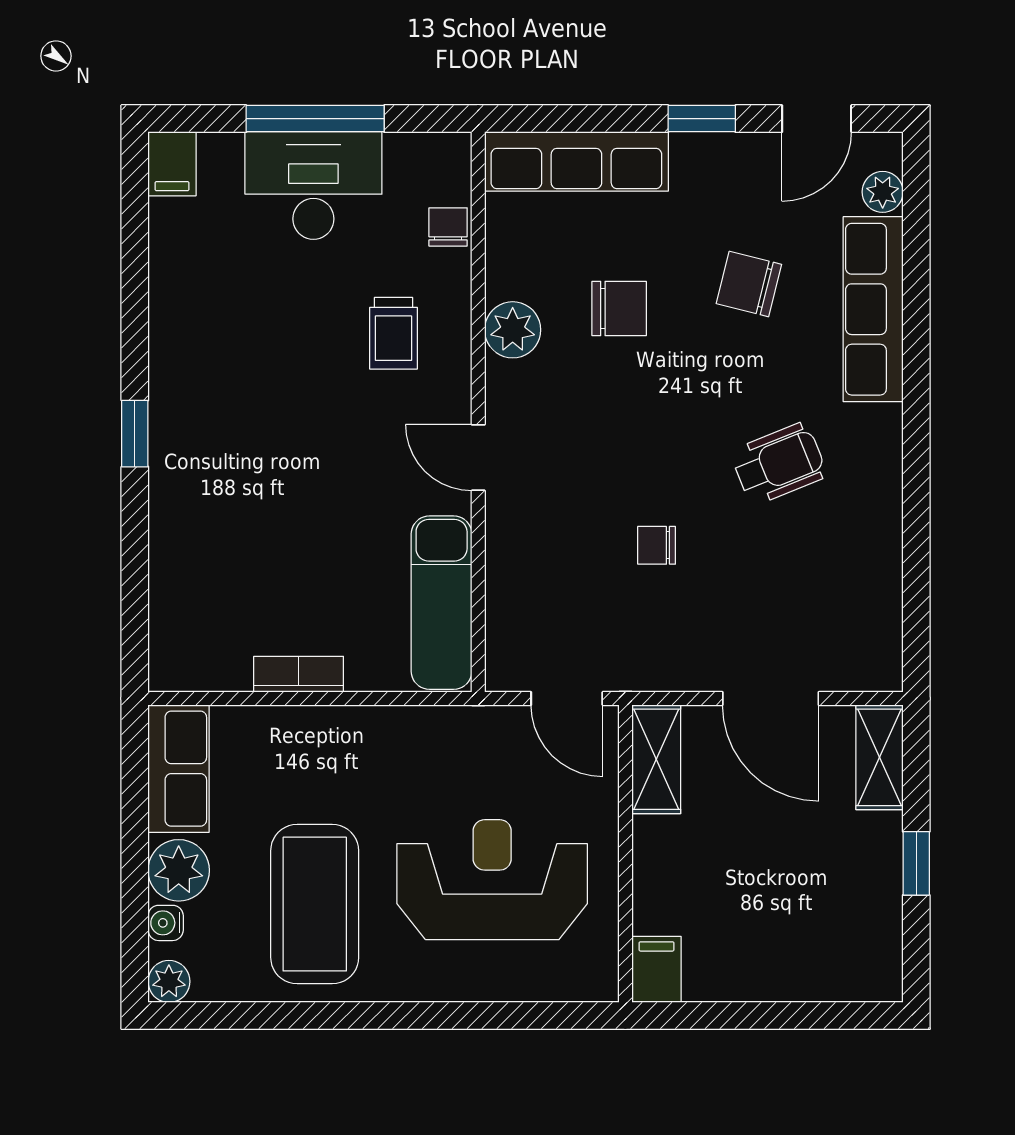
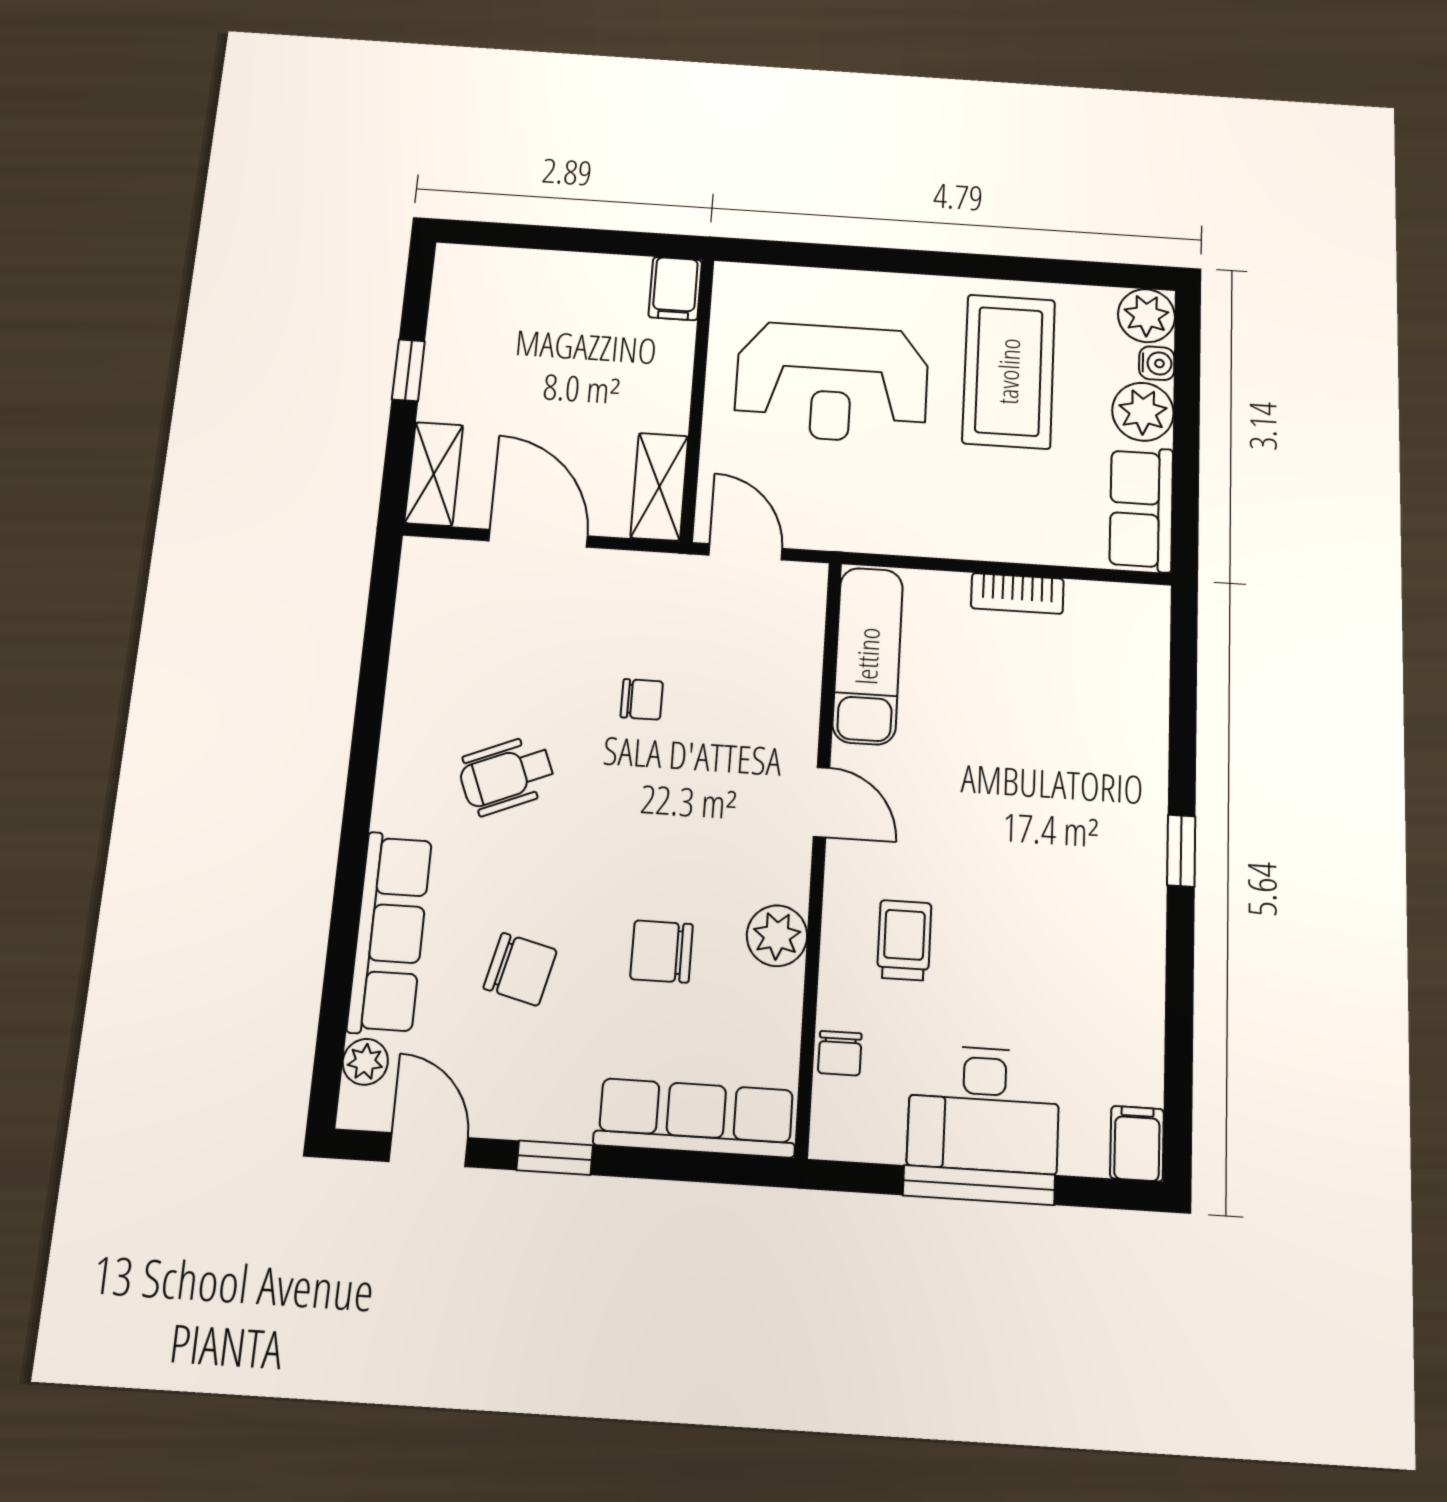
door: (817, 119) -> (428, 1150), hinge flipped
plant: (169, 981) -> (1146, 316), width x1.38, depth x1.38

